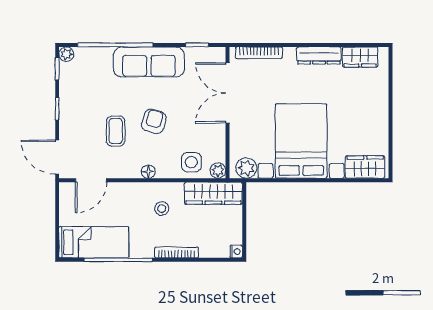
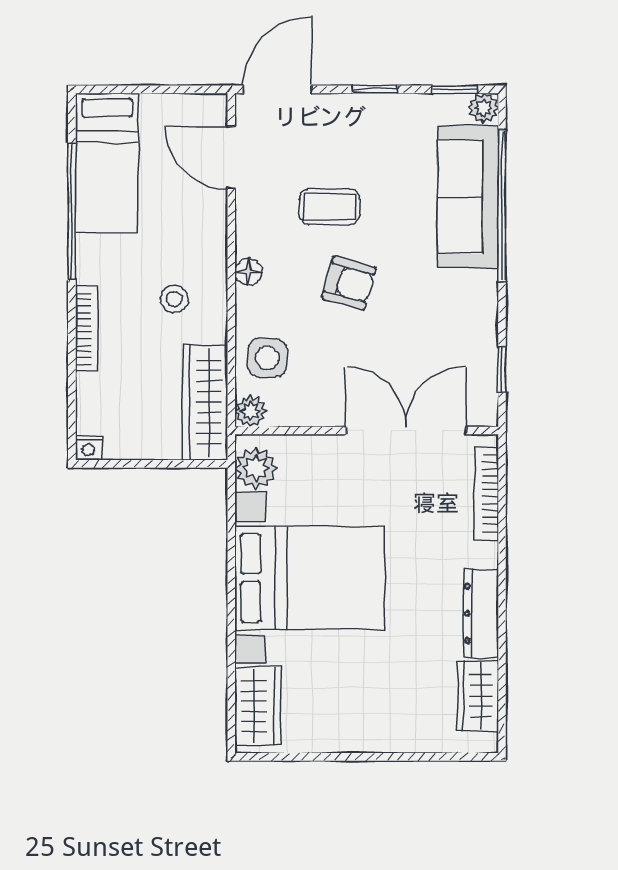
sofa: (149, 62) -> (468, 197), moved

